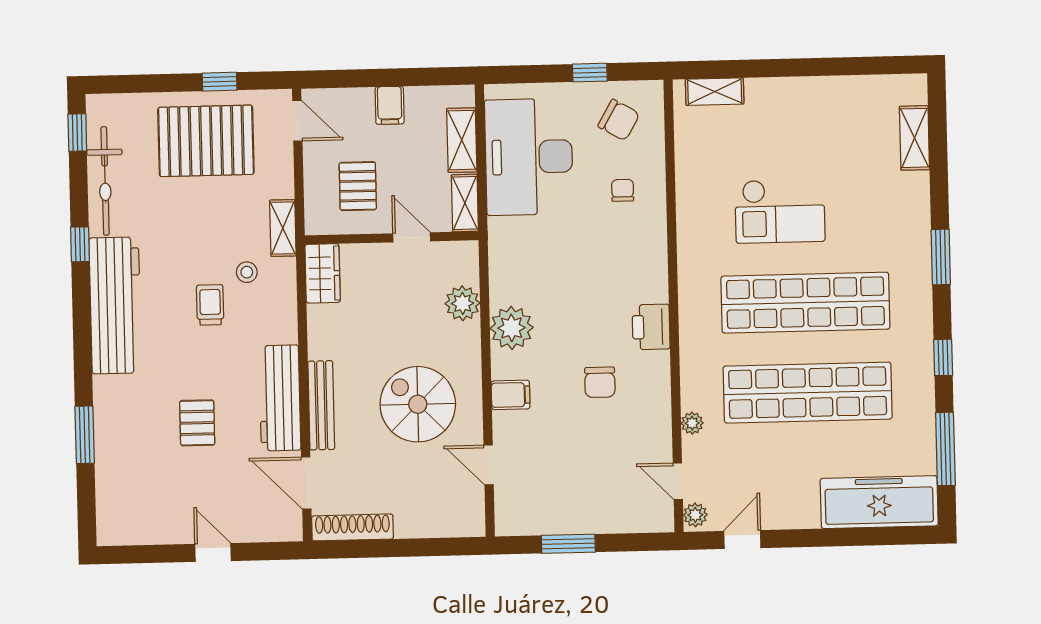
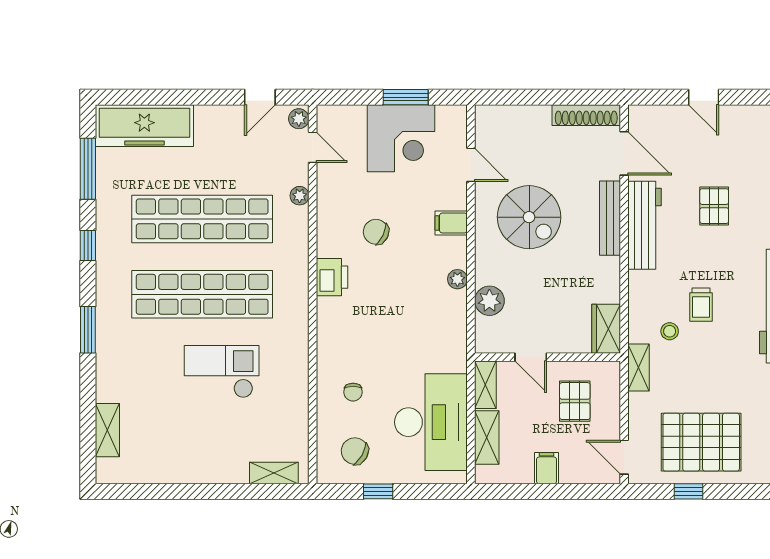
plant: (512, 328) -> (457, 279), width x0.53, depth x0.53
chair: (600, 382) -> (376, 232), turned -64
corner desk: (573, 494) -> (401, 138), added

